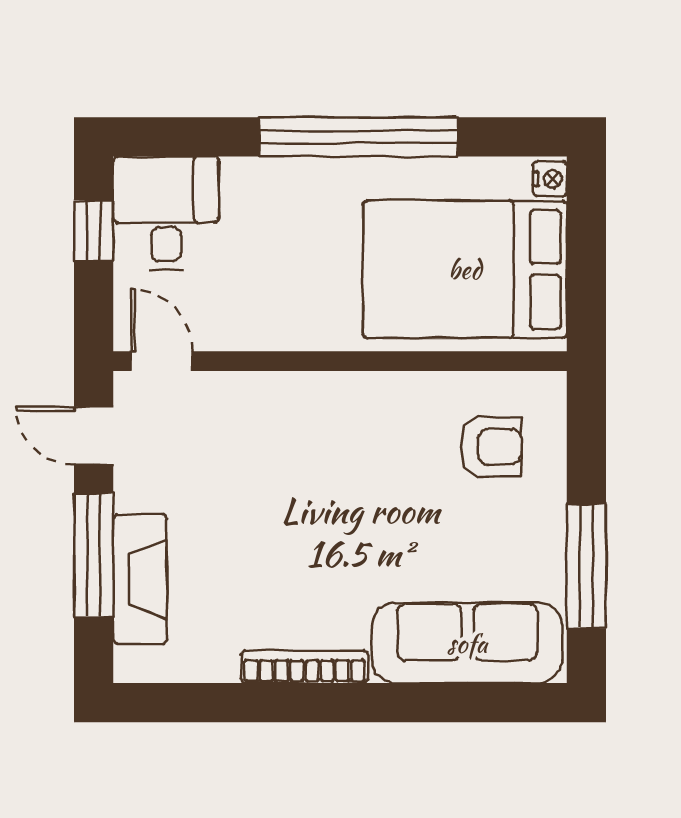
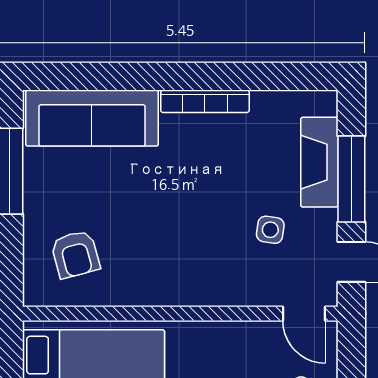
armchair: (491, 447) -> (75, 254), turned -105
side table: (210, 482) -> (270, 230), added

